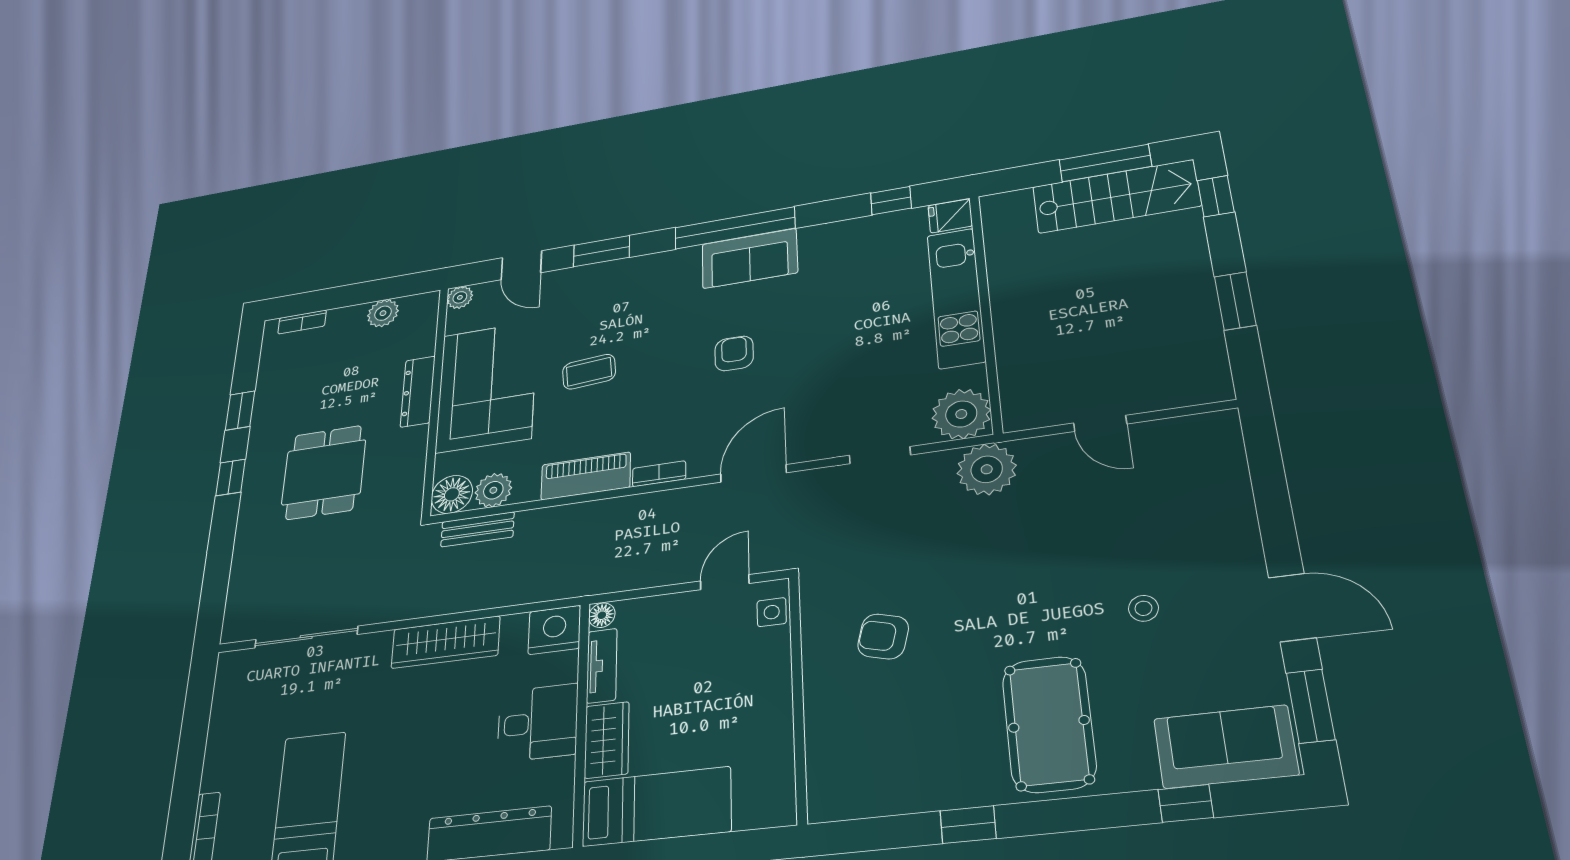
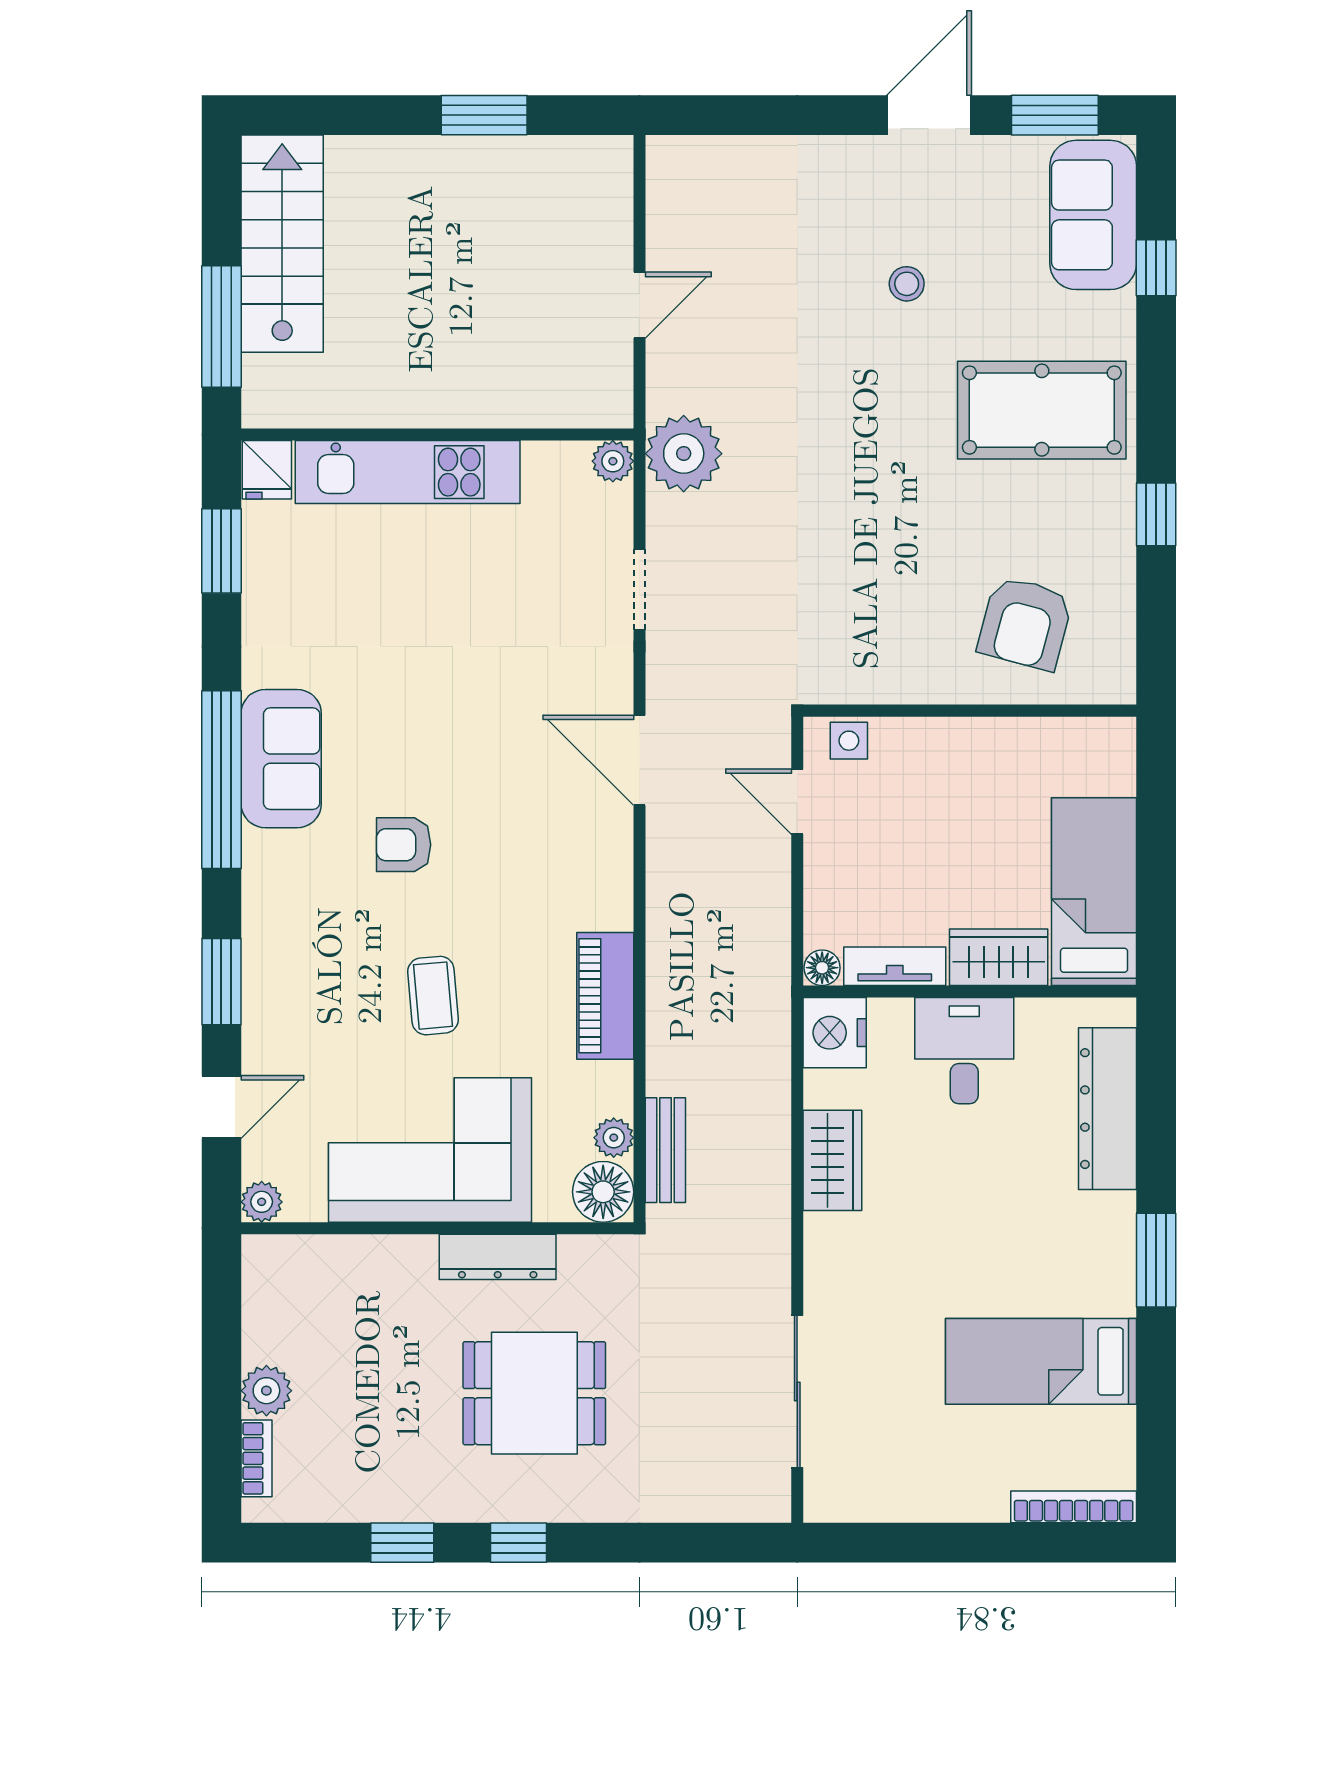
window: (1105, 163) -> (221, 327), moved
window: (1216, 196) -> (310, 115), removed
window: (891, 201) -> (221, 551), width x1.50
plant: (383, 313) -> (266, 1391), moved
armchair: (734, 353) -> (404, 845), moved
dresser: (418, 391) -> (498, 1257), moved
plant: (961, 414) -> (613, 461), width x0.53, depth x0.53
bookcase: (659, 474) -> (619, 891), removed
plant: (493, 490) -> (614, 1138), width x0.73, depth x0.73
armchair: (883, 636) -> (1025, 623), moved, width x1.38, depth x1.38
wardrobe: (446, 642) -> (832, 1160), width x0.67

